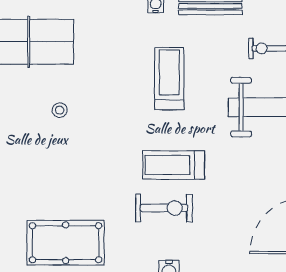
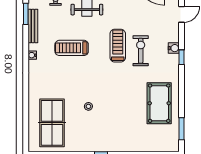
treadmill: (174, 165) -> (118, 46), turned 180

